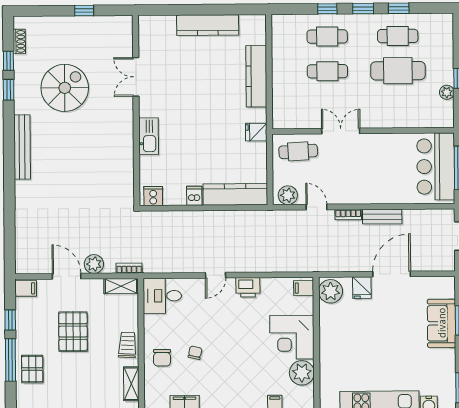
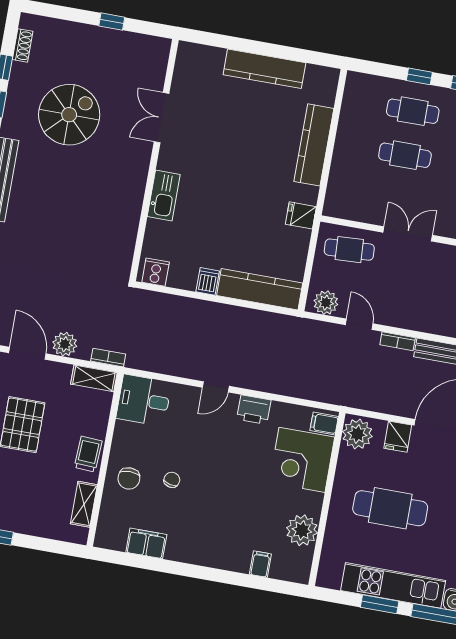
corner desk: (292, 337) -> (302, 460), moved
cafe table: (366, 343) -> (390, 508), added

